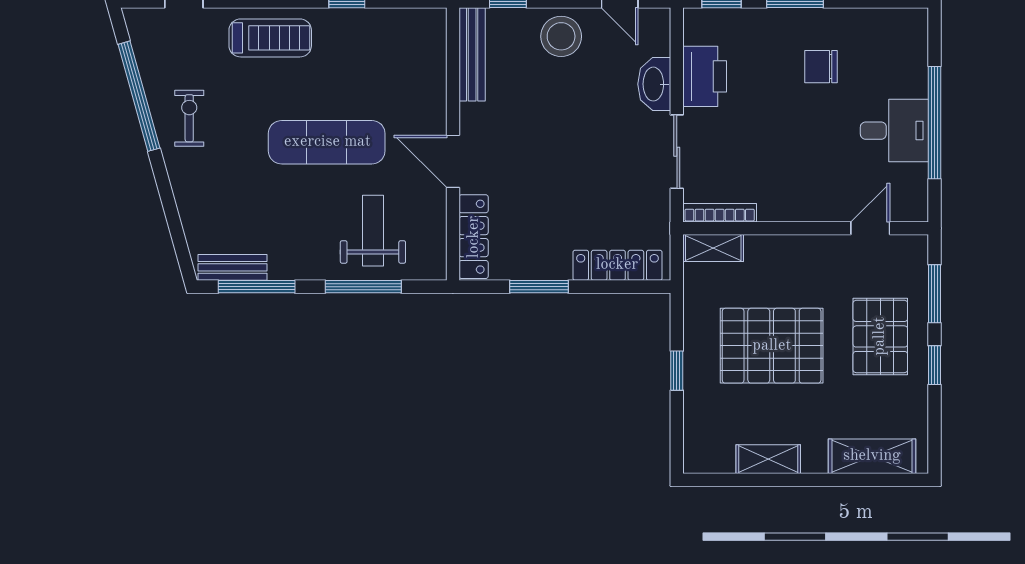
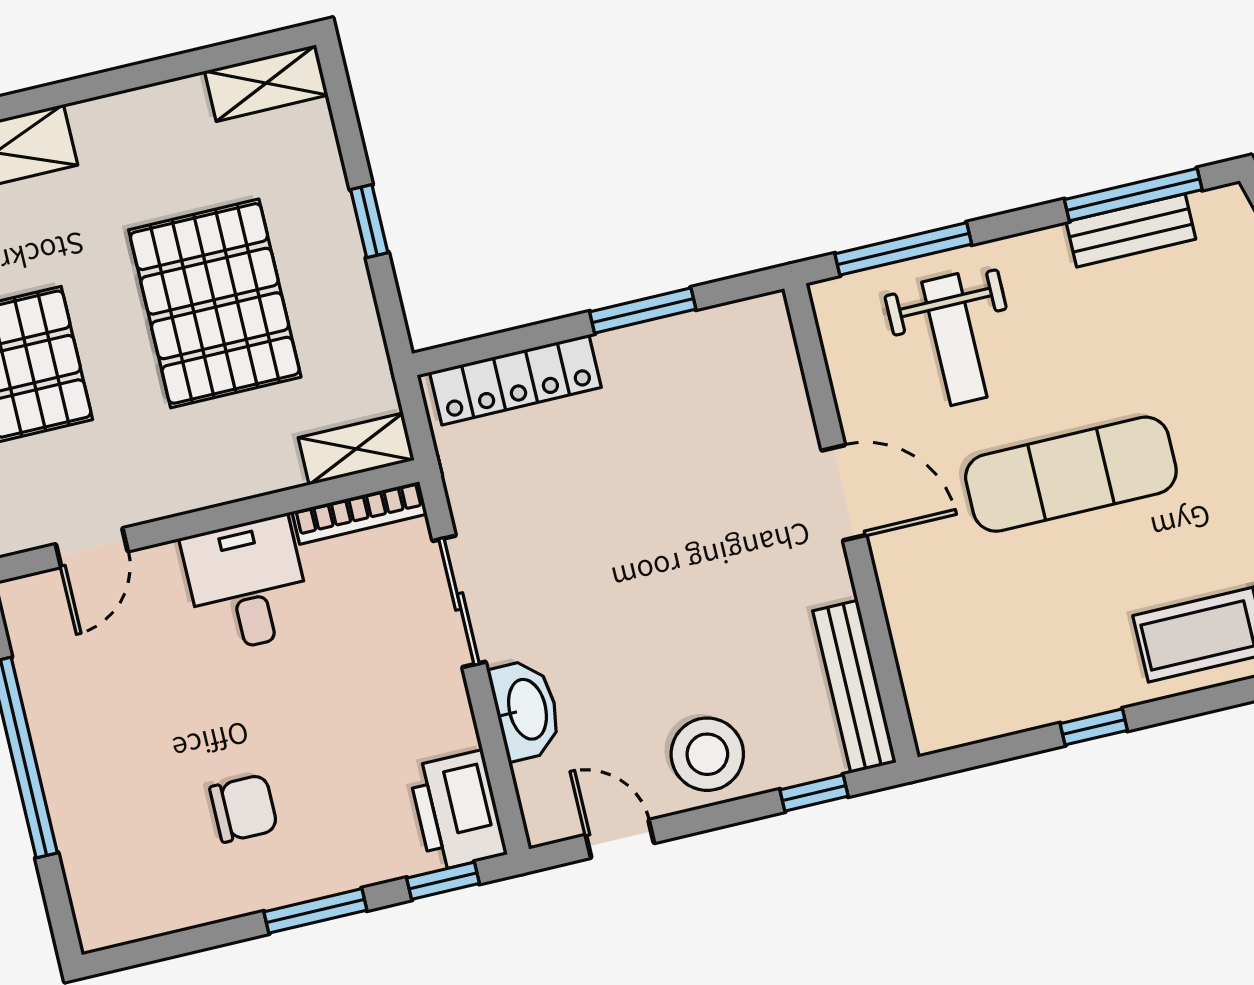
printer: (705, 76) -> (457, 811), moved
desk: (894, 131) -> (247, 584), moved, turned 90
locker: (474, 237) -> (777, 370), removed
bench: (233, 267) -> (1131, 230), moved
window: (363, 287) -> (903, 249), moved
pallet: (772, 346) -> (215, 303), turned 90
shelving: (768, 459) -> (266, 83), moved

